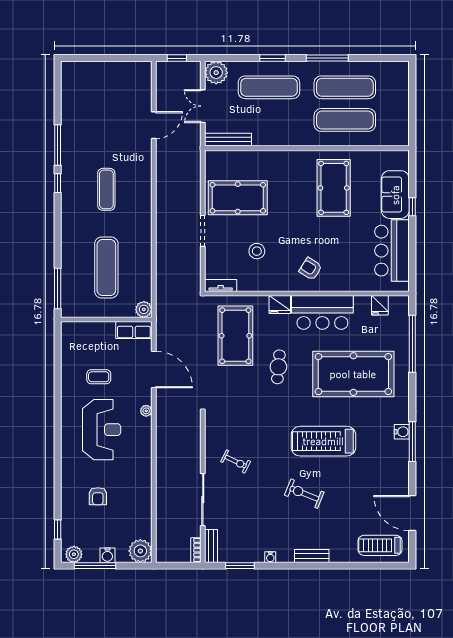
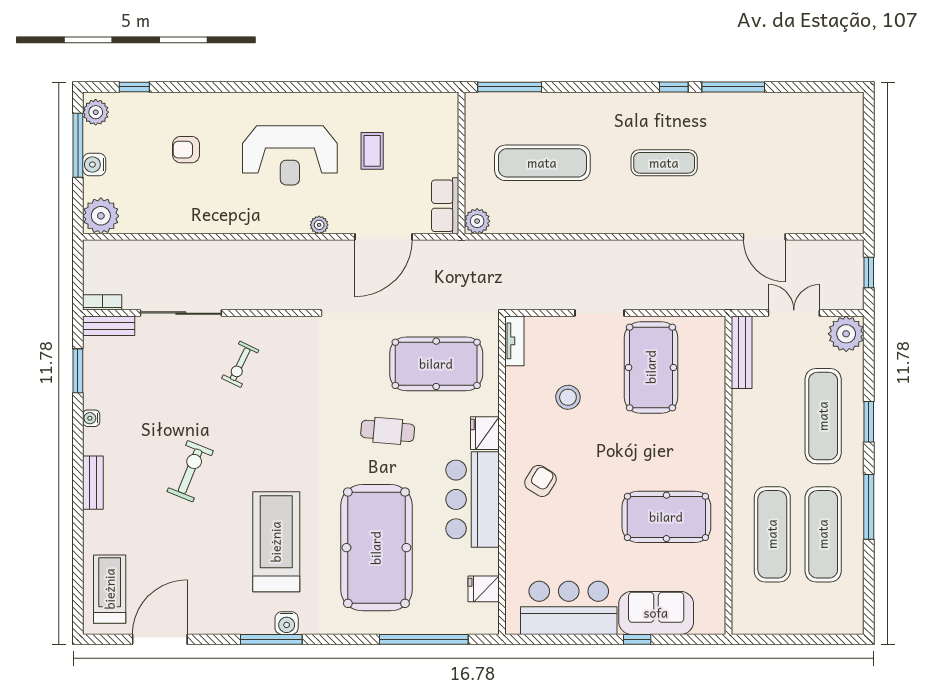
treadmill: (323, 441) -> (276, 542), moved

